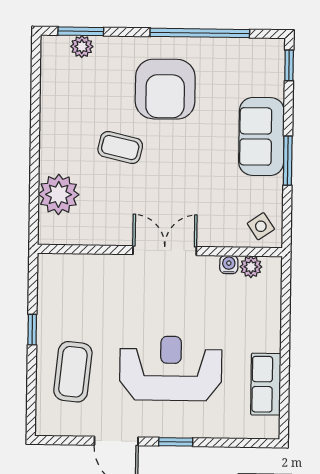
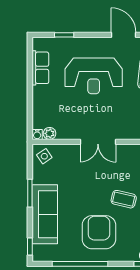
sofa: (261, 137) -> (45, 214), width x1.36
water cooler: (229, 265) -> (37, 135), moved
window: (176, 442) -> (64, 35), moved

